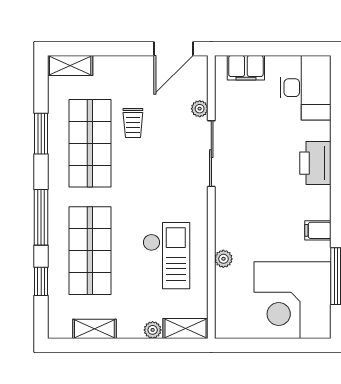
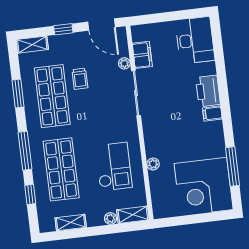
window: (118, 49) -> (63, 29), added
door: (173, 49) -> (101, 25), hinge flipped
filing cabinet: (246, 68) -> (142, 55), moved, turned -90
filing cabinet: (318, 230) -> (212, 113), moved

